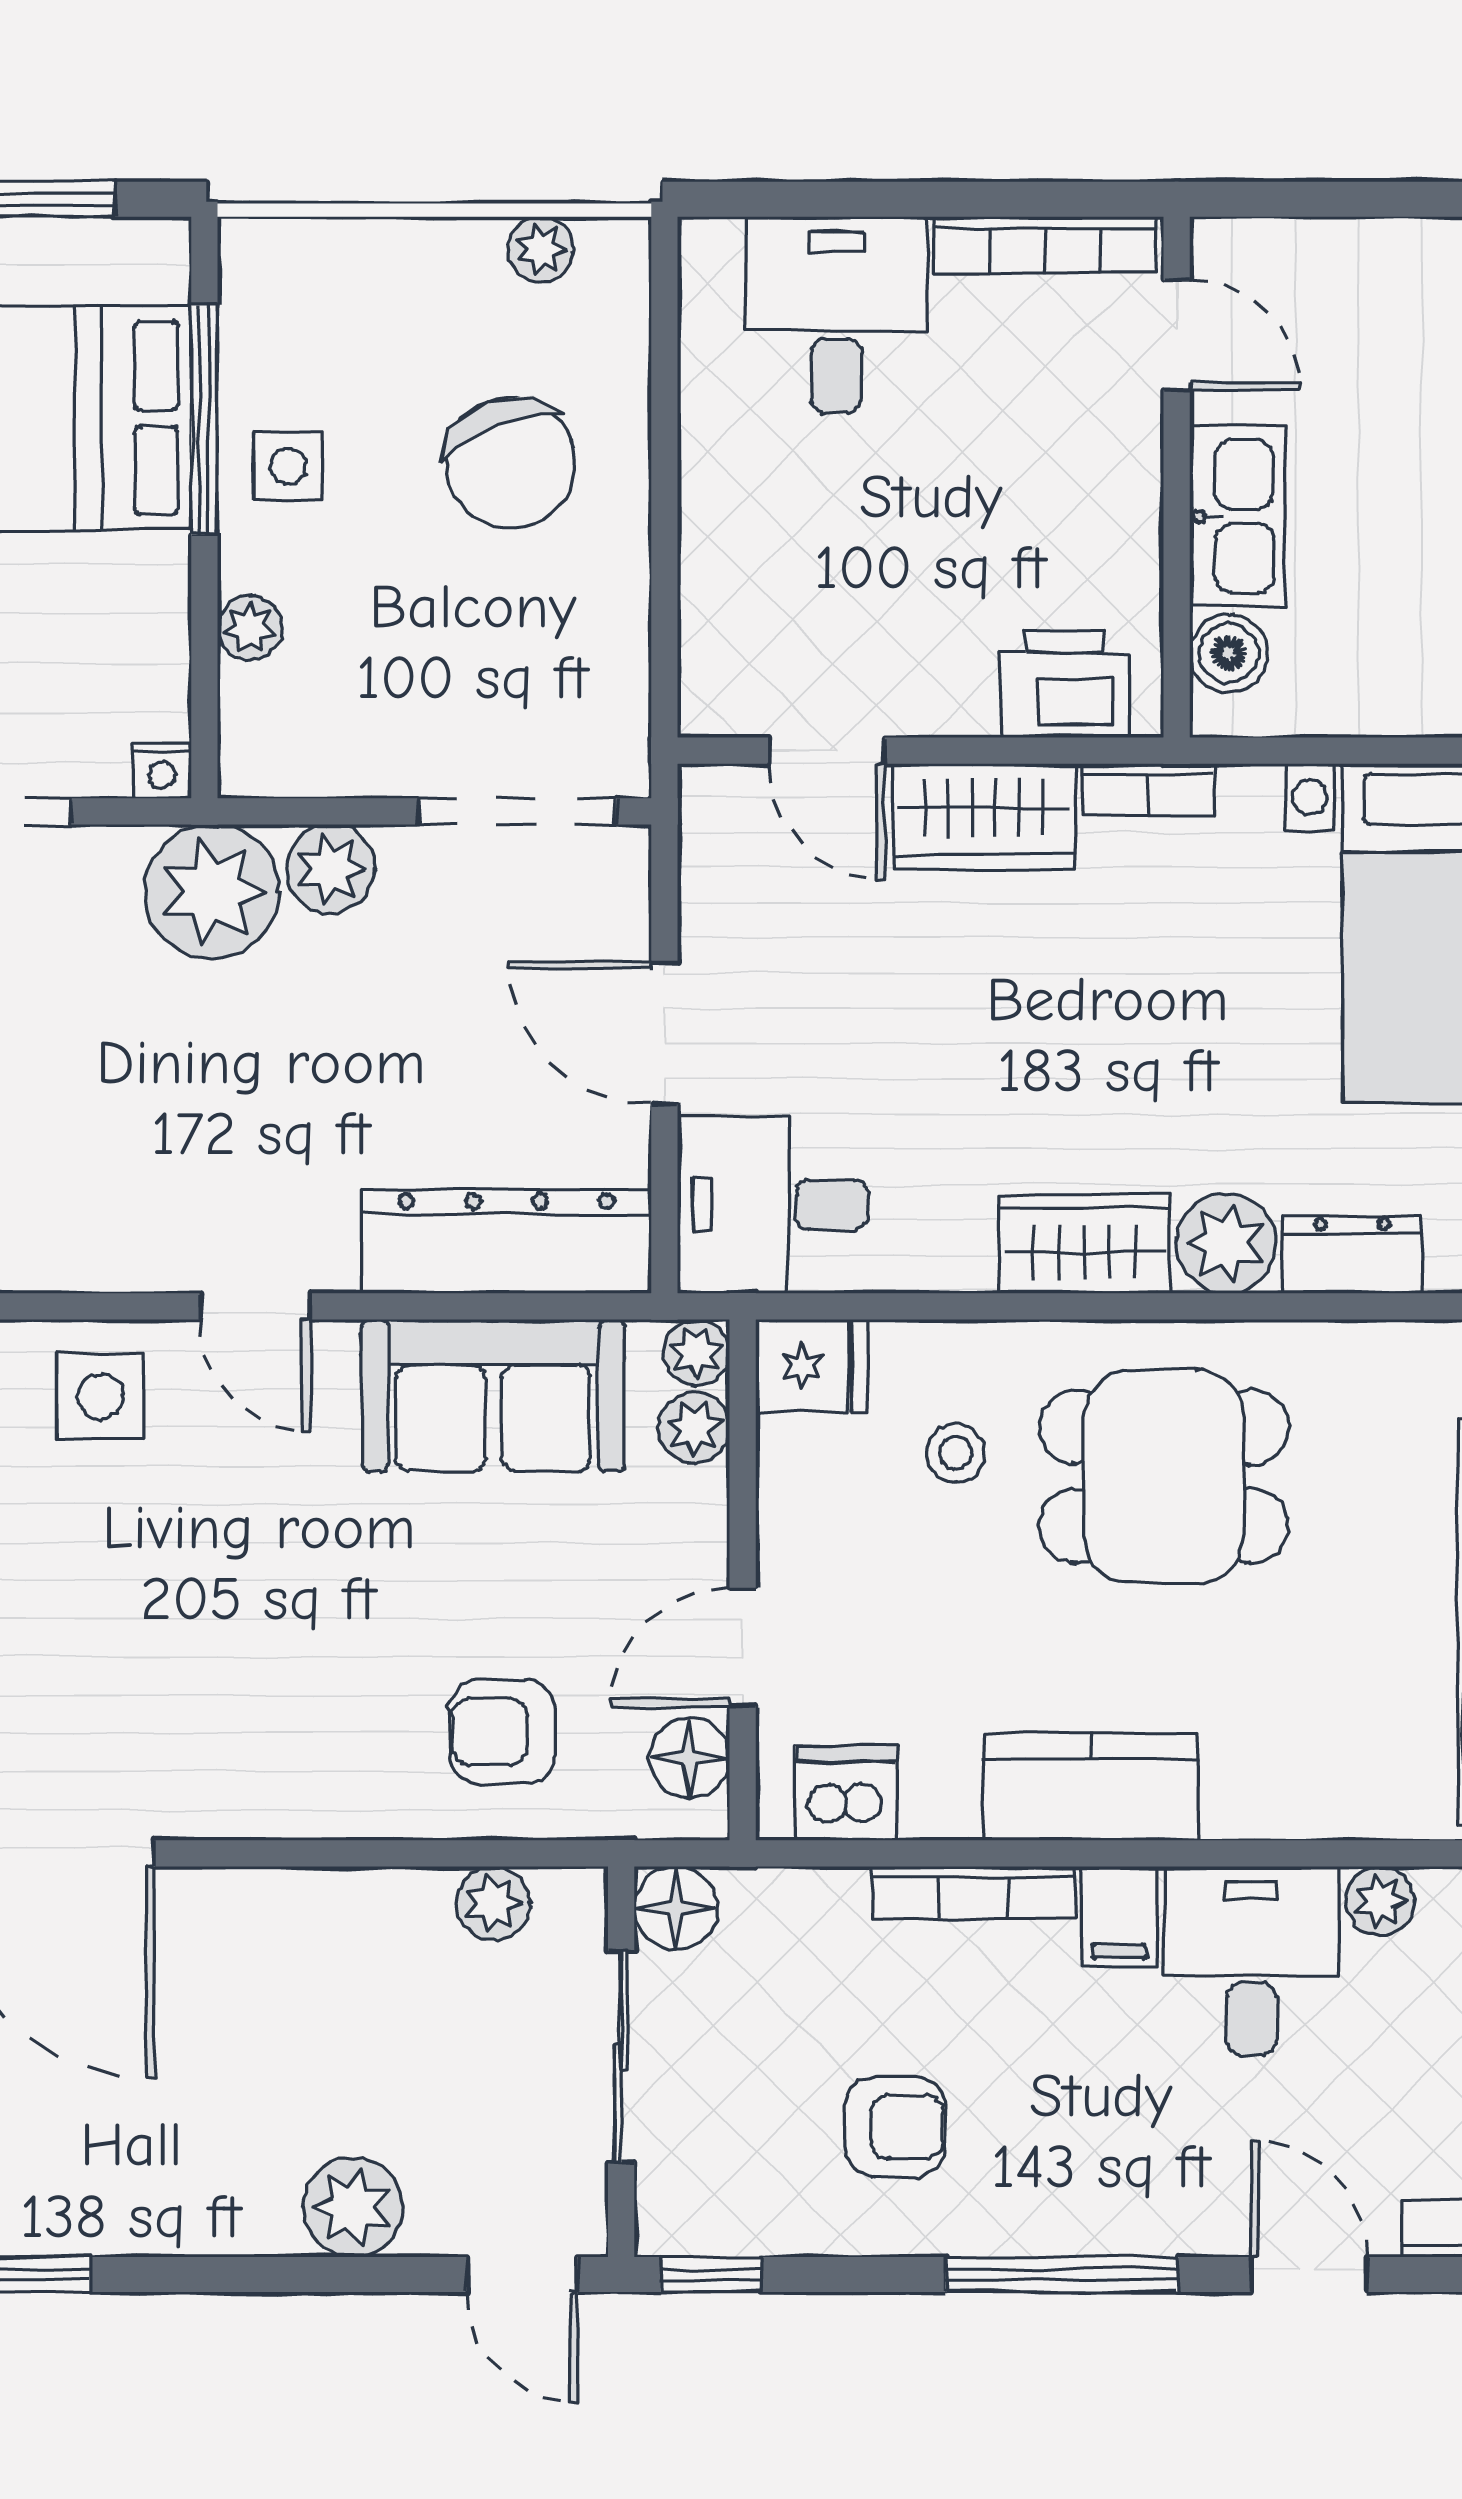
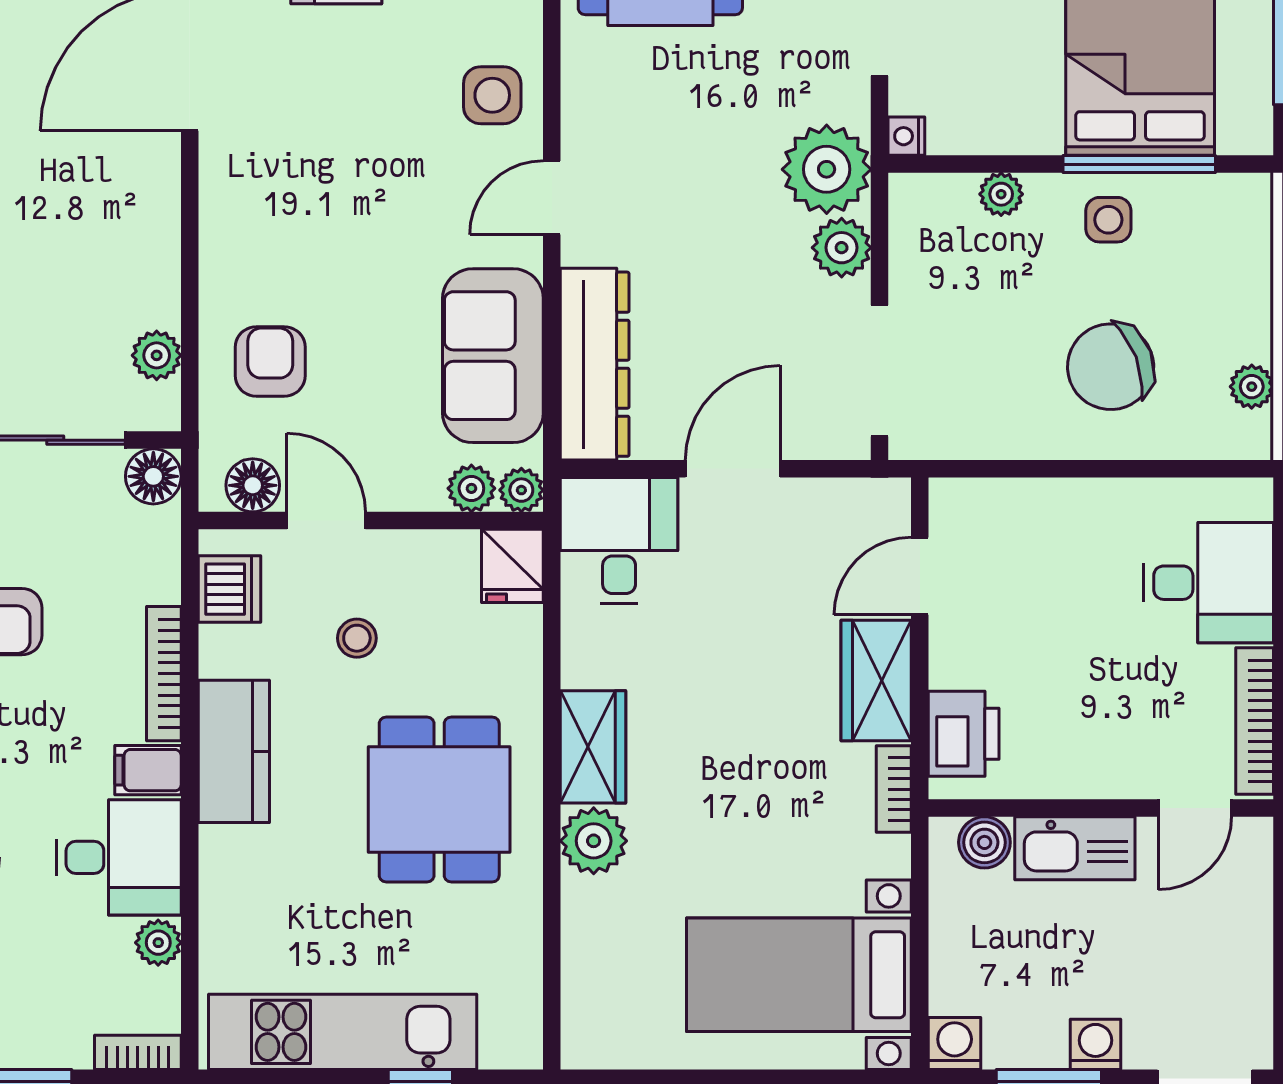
dresser: (1352, 1254) -> (586, 924), removed
stool: (956, 1453) -> (357, 638), moved

